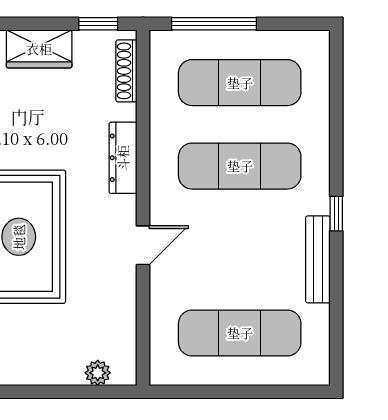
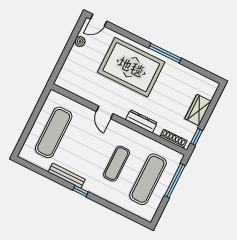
exercise mat: (240, 166) -> (117, 164), width x0.73, depth x0.69
plant: (98, 373) -> (80, 41), moved

